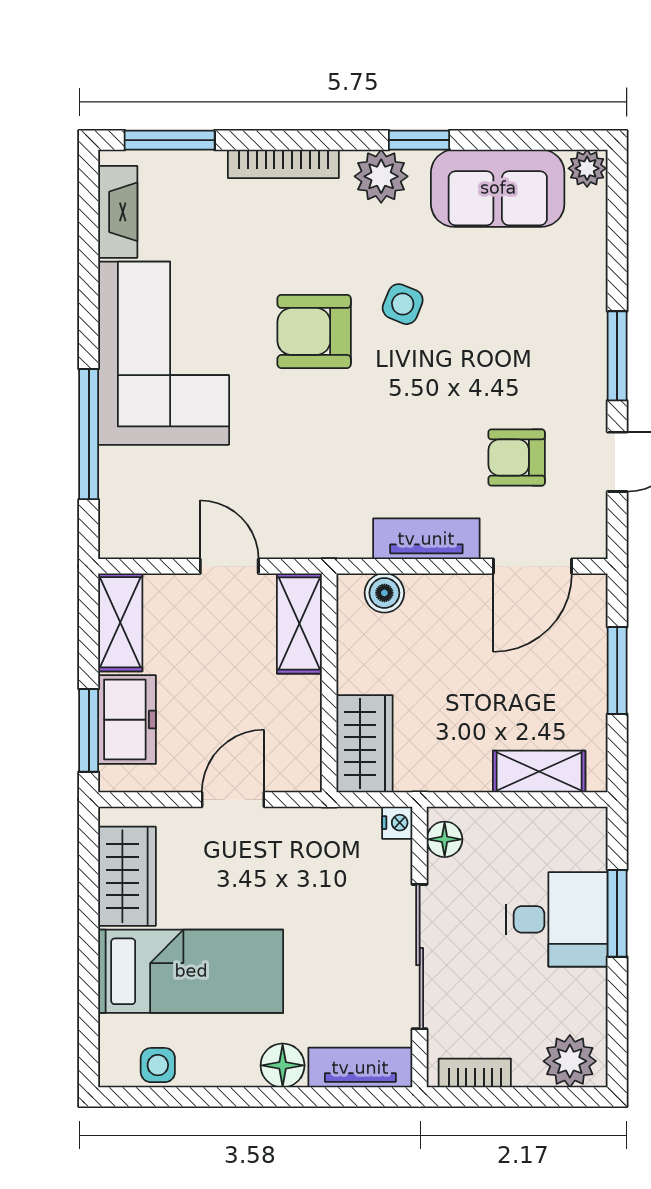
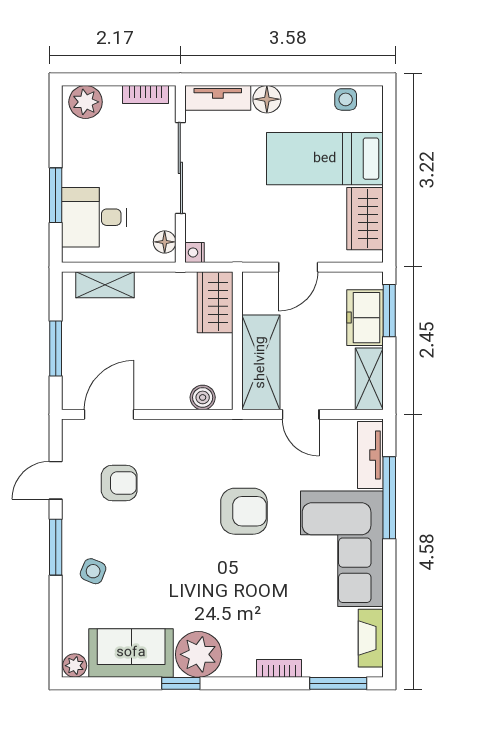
bookcase: (283, 164) -> (279, 668), width x0.64
plant: (381, 176) -> (199, 654), width x1.36, depth x1.36
side table: (403, 304) -> (93, 571), moved
armchair: (314, 331) -> (244, 511), moved
tv unit: (426, 539) -> (370, 455), moved, turned 90
shelving: (299, 623) -> (261, 362), width x1.50, depth x1.33
desk: (557, 919) -> (94, 217), moved

